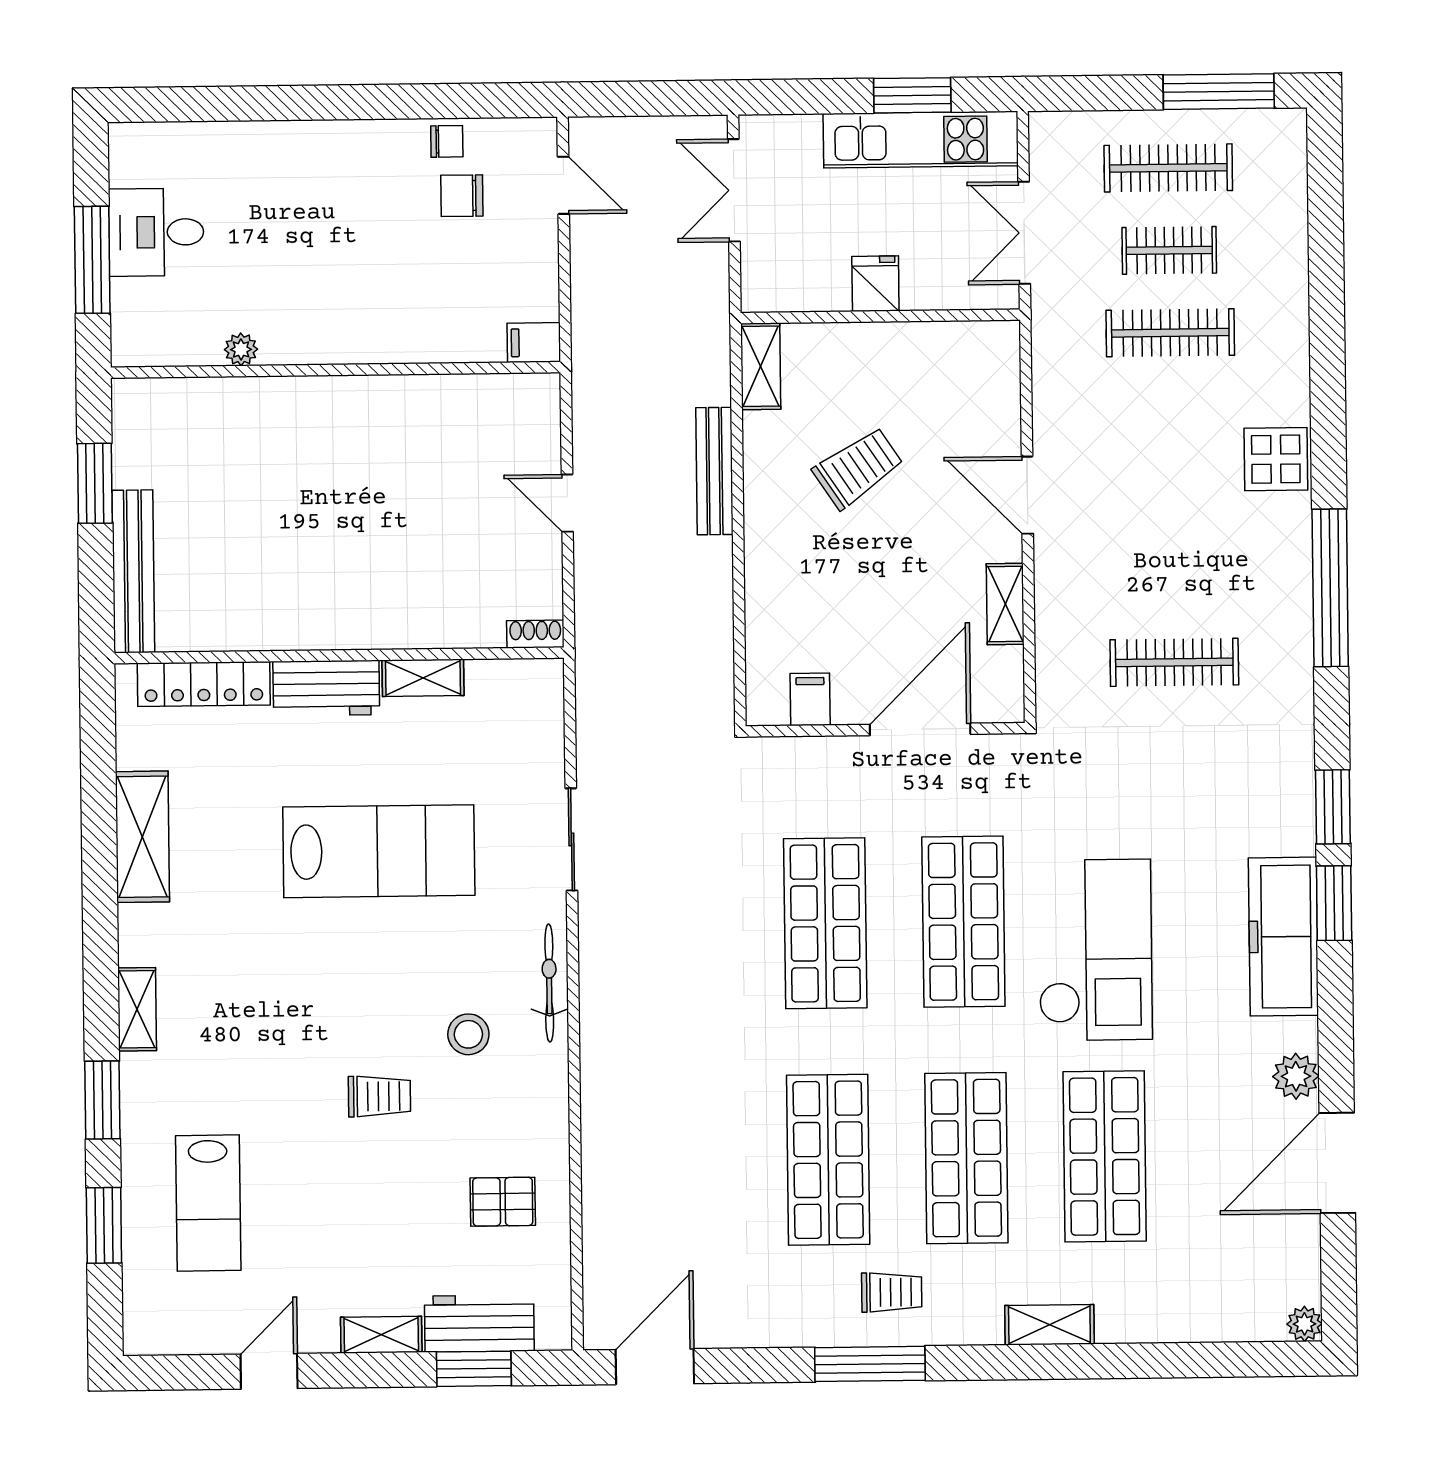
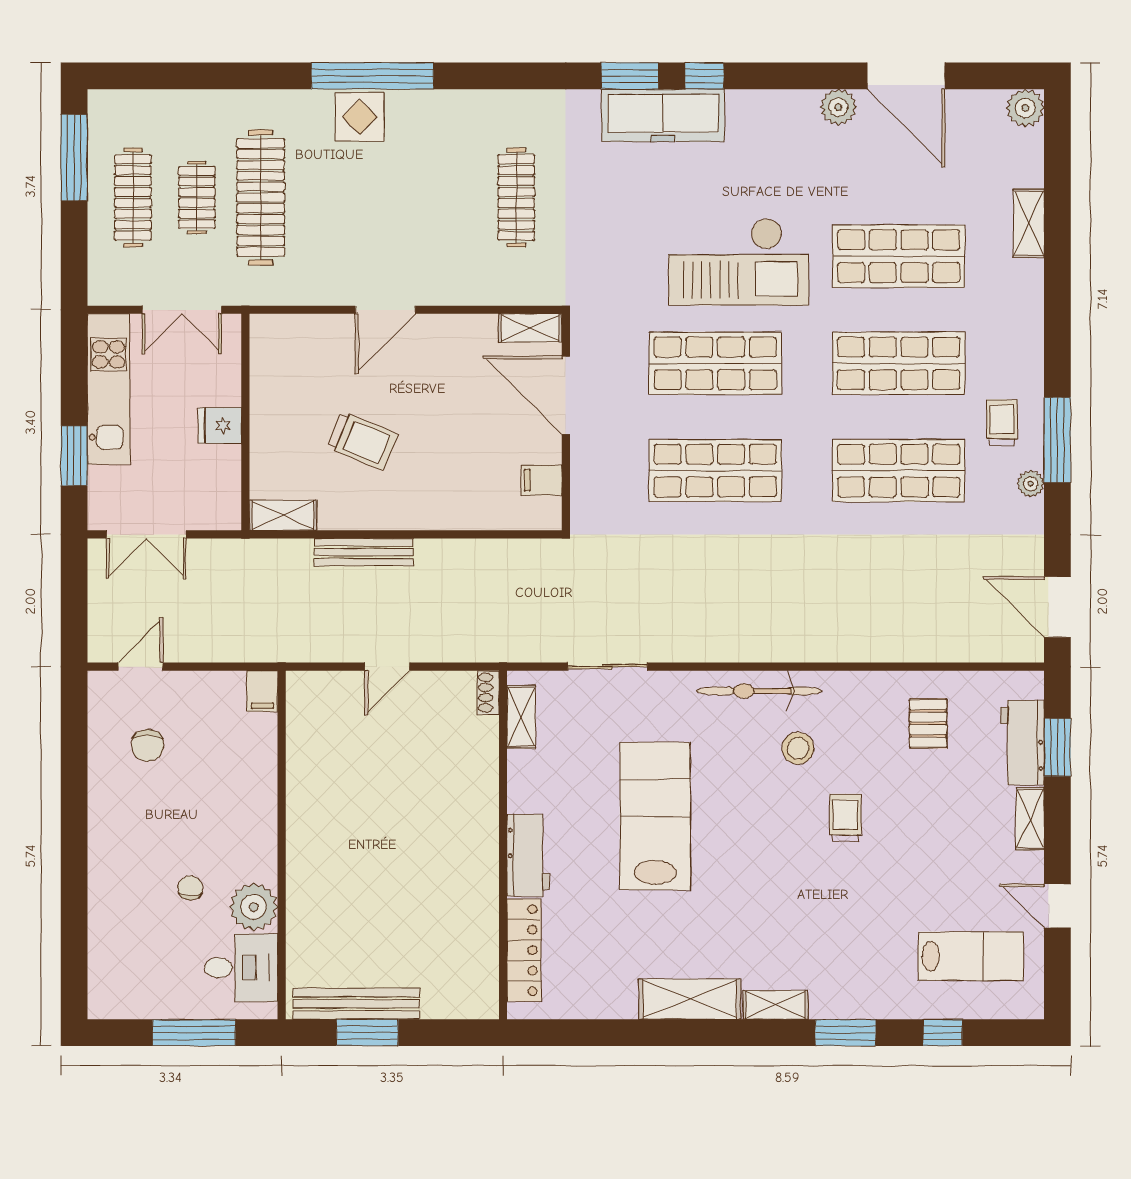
window: (912, 95) -> (74, 456), moved
chair: (447, 141) -> (190, 888), moved
desk: (156, 232) -> (241, 968), moved, turned -90
clothes rail: (1170, 333) -> (261, 197), width x1.37, depth x1.31
plant: (241, 349) -> (254, 907), width x1.88, depth x1.88
trolley: (858, 468) -> (363, 441), turned 146
bench: (133, 571) -> (356, 1004), moved
window: (1330, 588) -> (372, 76), moved
shelving: (1005, 604) -> (530, 328), moved
shelving: (423, 678) -> (521, 717), moved
shelving: (142, 837) -> (690, 999), moved
sliding door: (571, 839) -> (607, 667), moved
window: (1334, 903) -> (705, 76), width x0.67
freezer: (1283, 937) -> (663, 115), moved
checkout: (1095, 950) -> (738, 262), turned 180
bicycle: (549, 983) -> (759, 691), width x1.37, depth x1.40
lab bench: (208, 1203) -> (971, 956), moved
window: (104, 1225) -> (943, 1033), width x0.67
plant: (1304, 1324) -> (1025, 108), width x1.38, depth x1.38
shelving: (1049, 1325) -> (1029, 223), moved
plant: (813, 1330) -> (1031, 484), added

